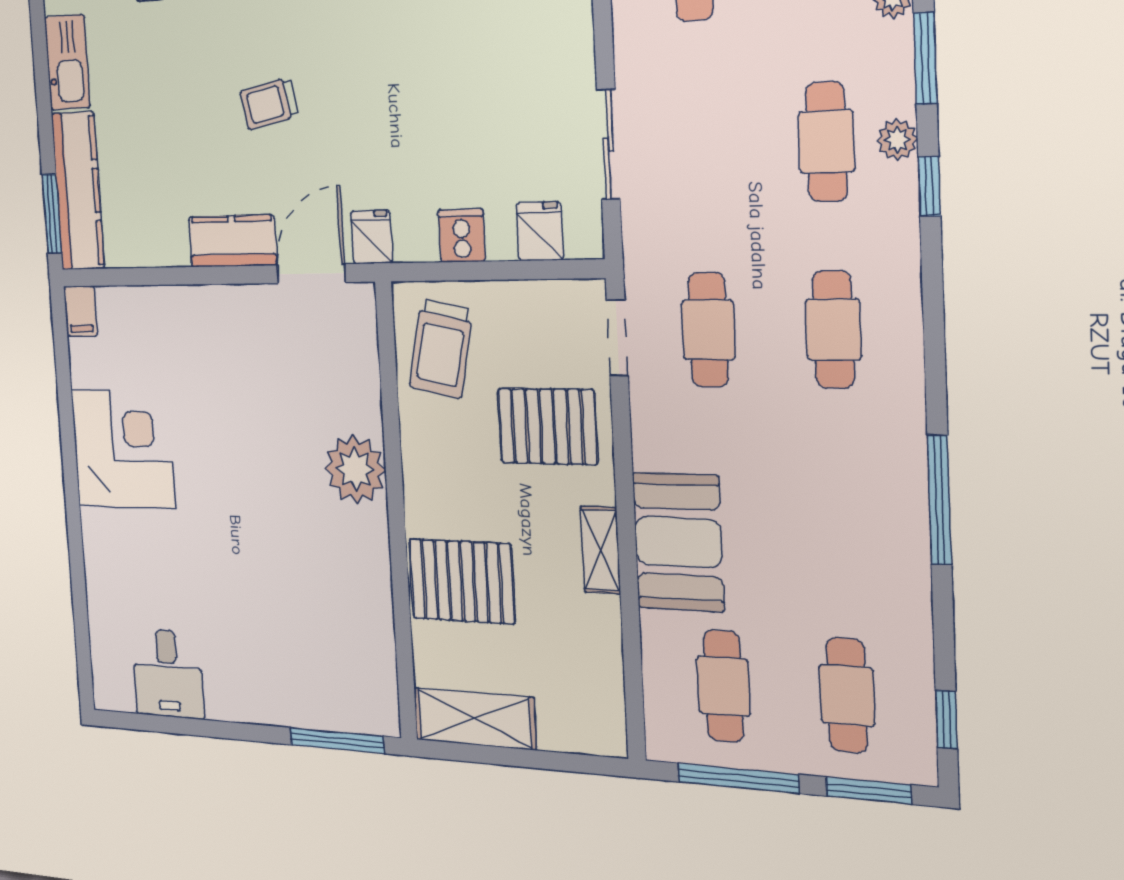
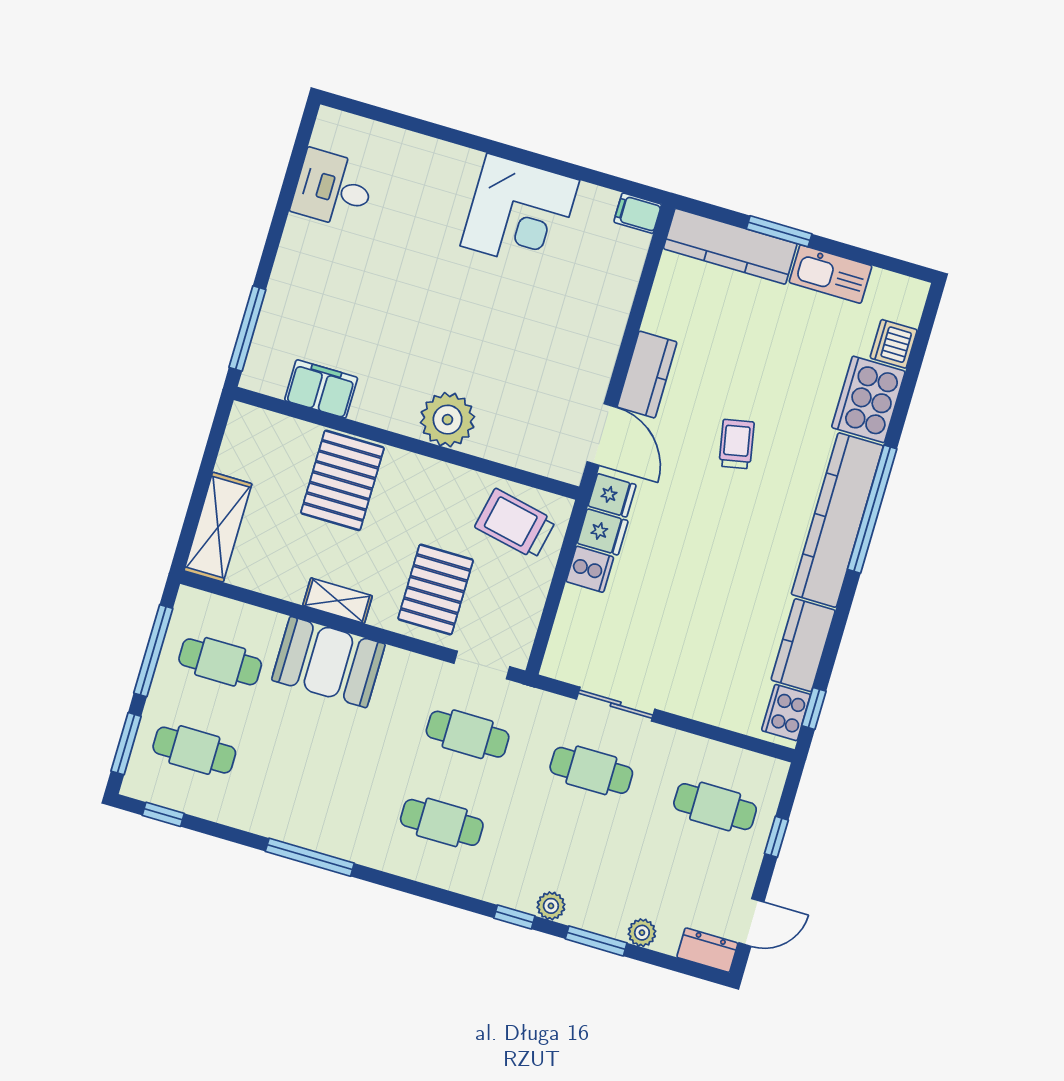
cafe table: (827, 142) -> (591, 770), moved
window: (52, 214) -> (779, 231), moved
fridge: (540, 231) -> (603, 532), moved
filing cabinet: (372, 634) -> (321, 389), added
shelving: (474, 719) -> (218, 527), moved

